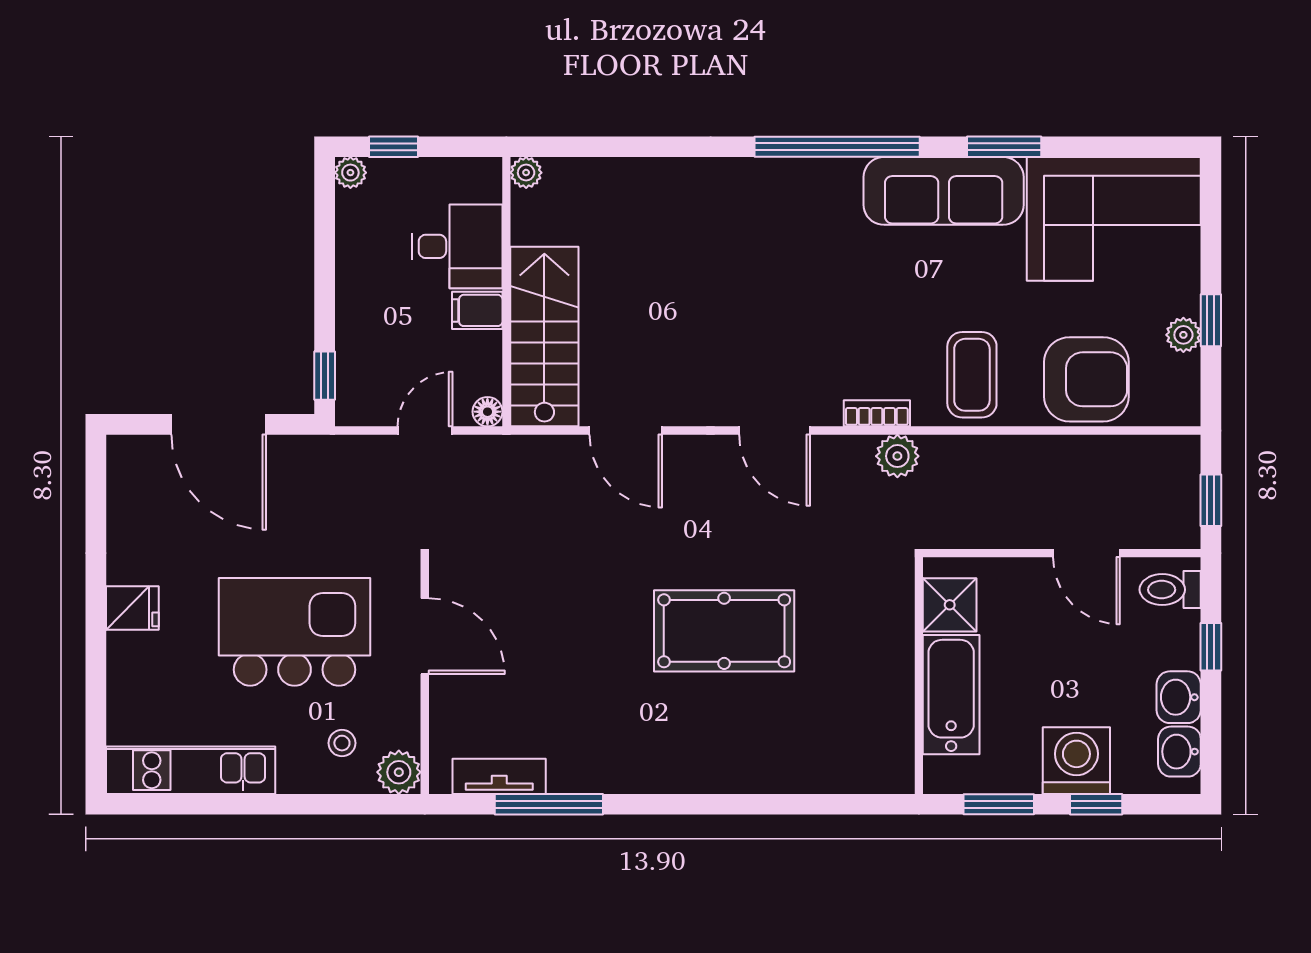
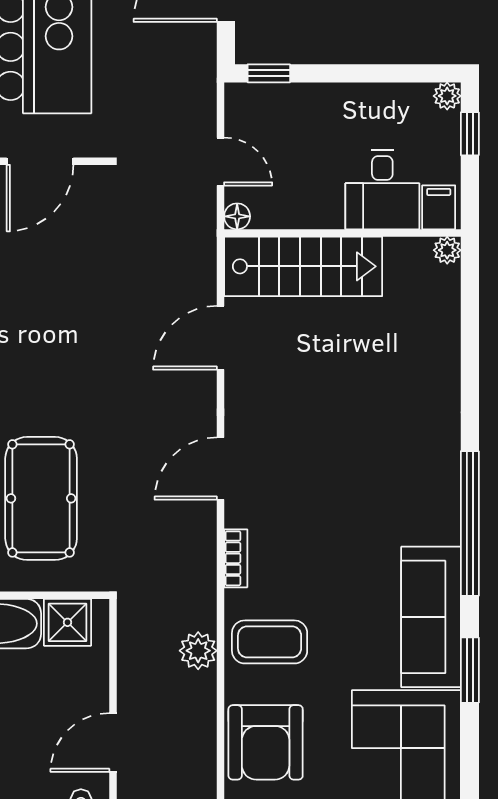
filing cabinet: (477, 310) -> (439, 207), moved
plant: (897, 456) -> (198, 651), moved
pool table: (724, 631) -> (41, 498), moved

